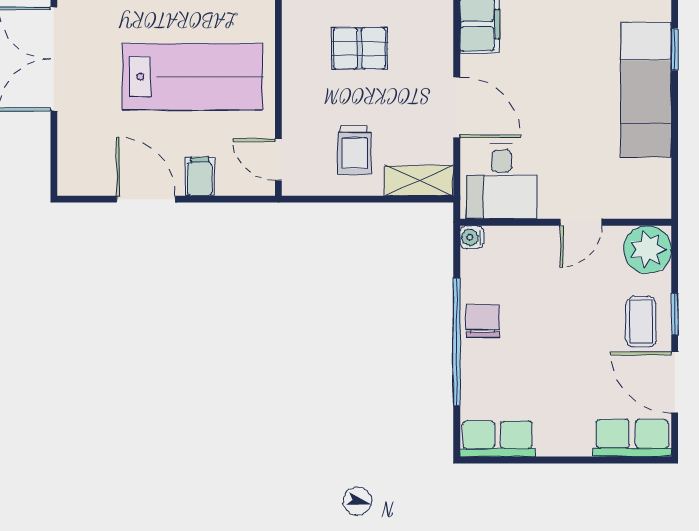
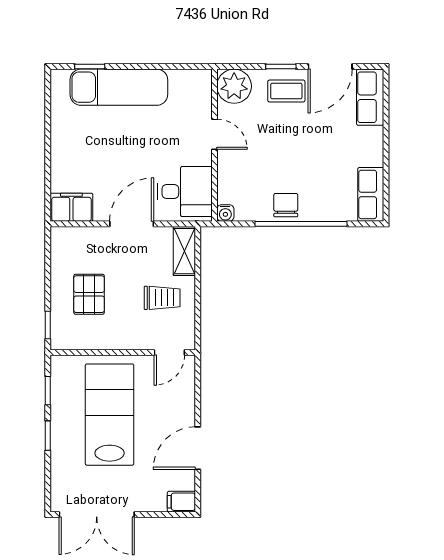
filing cabinet: (200, 176) -> (181, 502), moved
chair: (483, 321) -> (286, 205), turned 90

